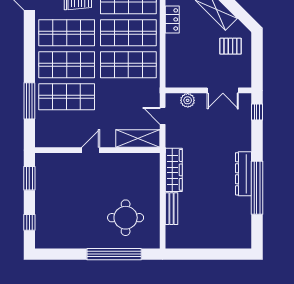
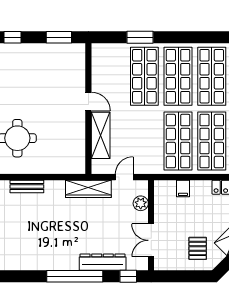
filing cabinet: (173, 60) -> (183, 188), added
window: (29, 101) -> (140, 37), width x0.69
shelving: (138, 138) -> (101, 135), moved
wardrobe: (174, 170) -> (88, 189), moved
dresser: (244, 174) -> (103, 262), moved
window: (257, 188) -> (75, 276), moved

